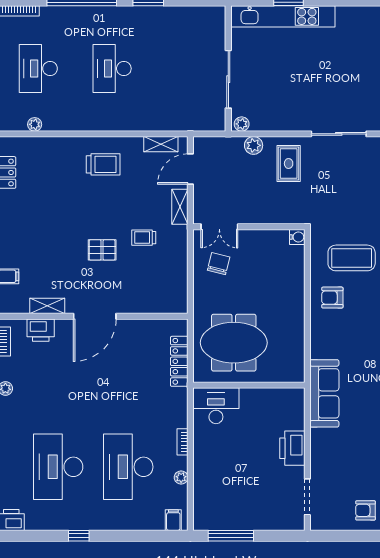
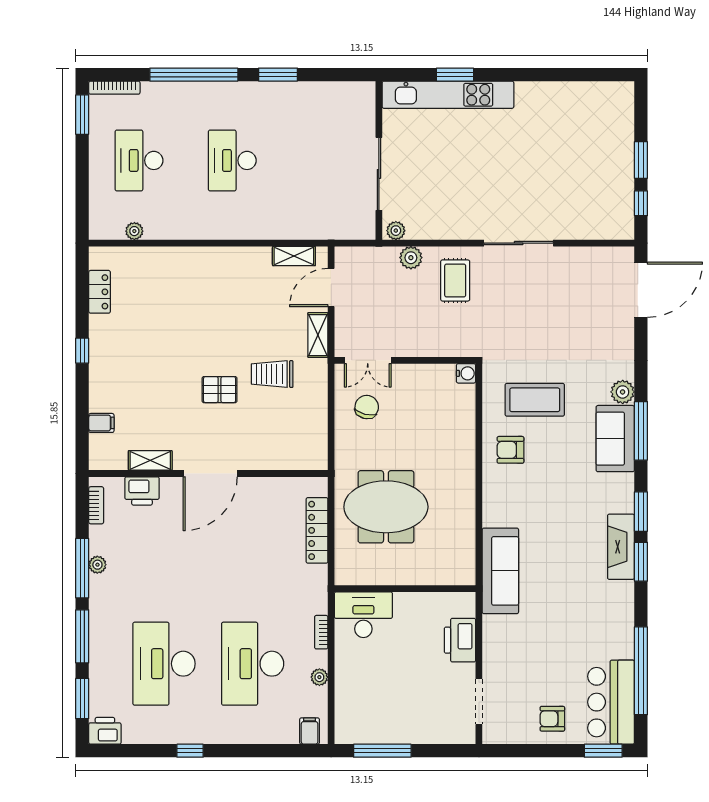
trolley: (103, 164) -> (221, 282), removed
trolley: (144, 238) -> (272, 374), width x1.36, depth x1.39
wall: (249, 385) -> (405, 589), moved
desk: (216, 406) -> (363, 615), moved

